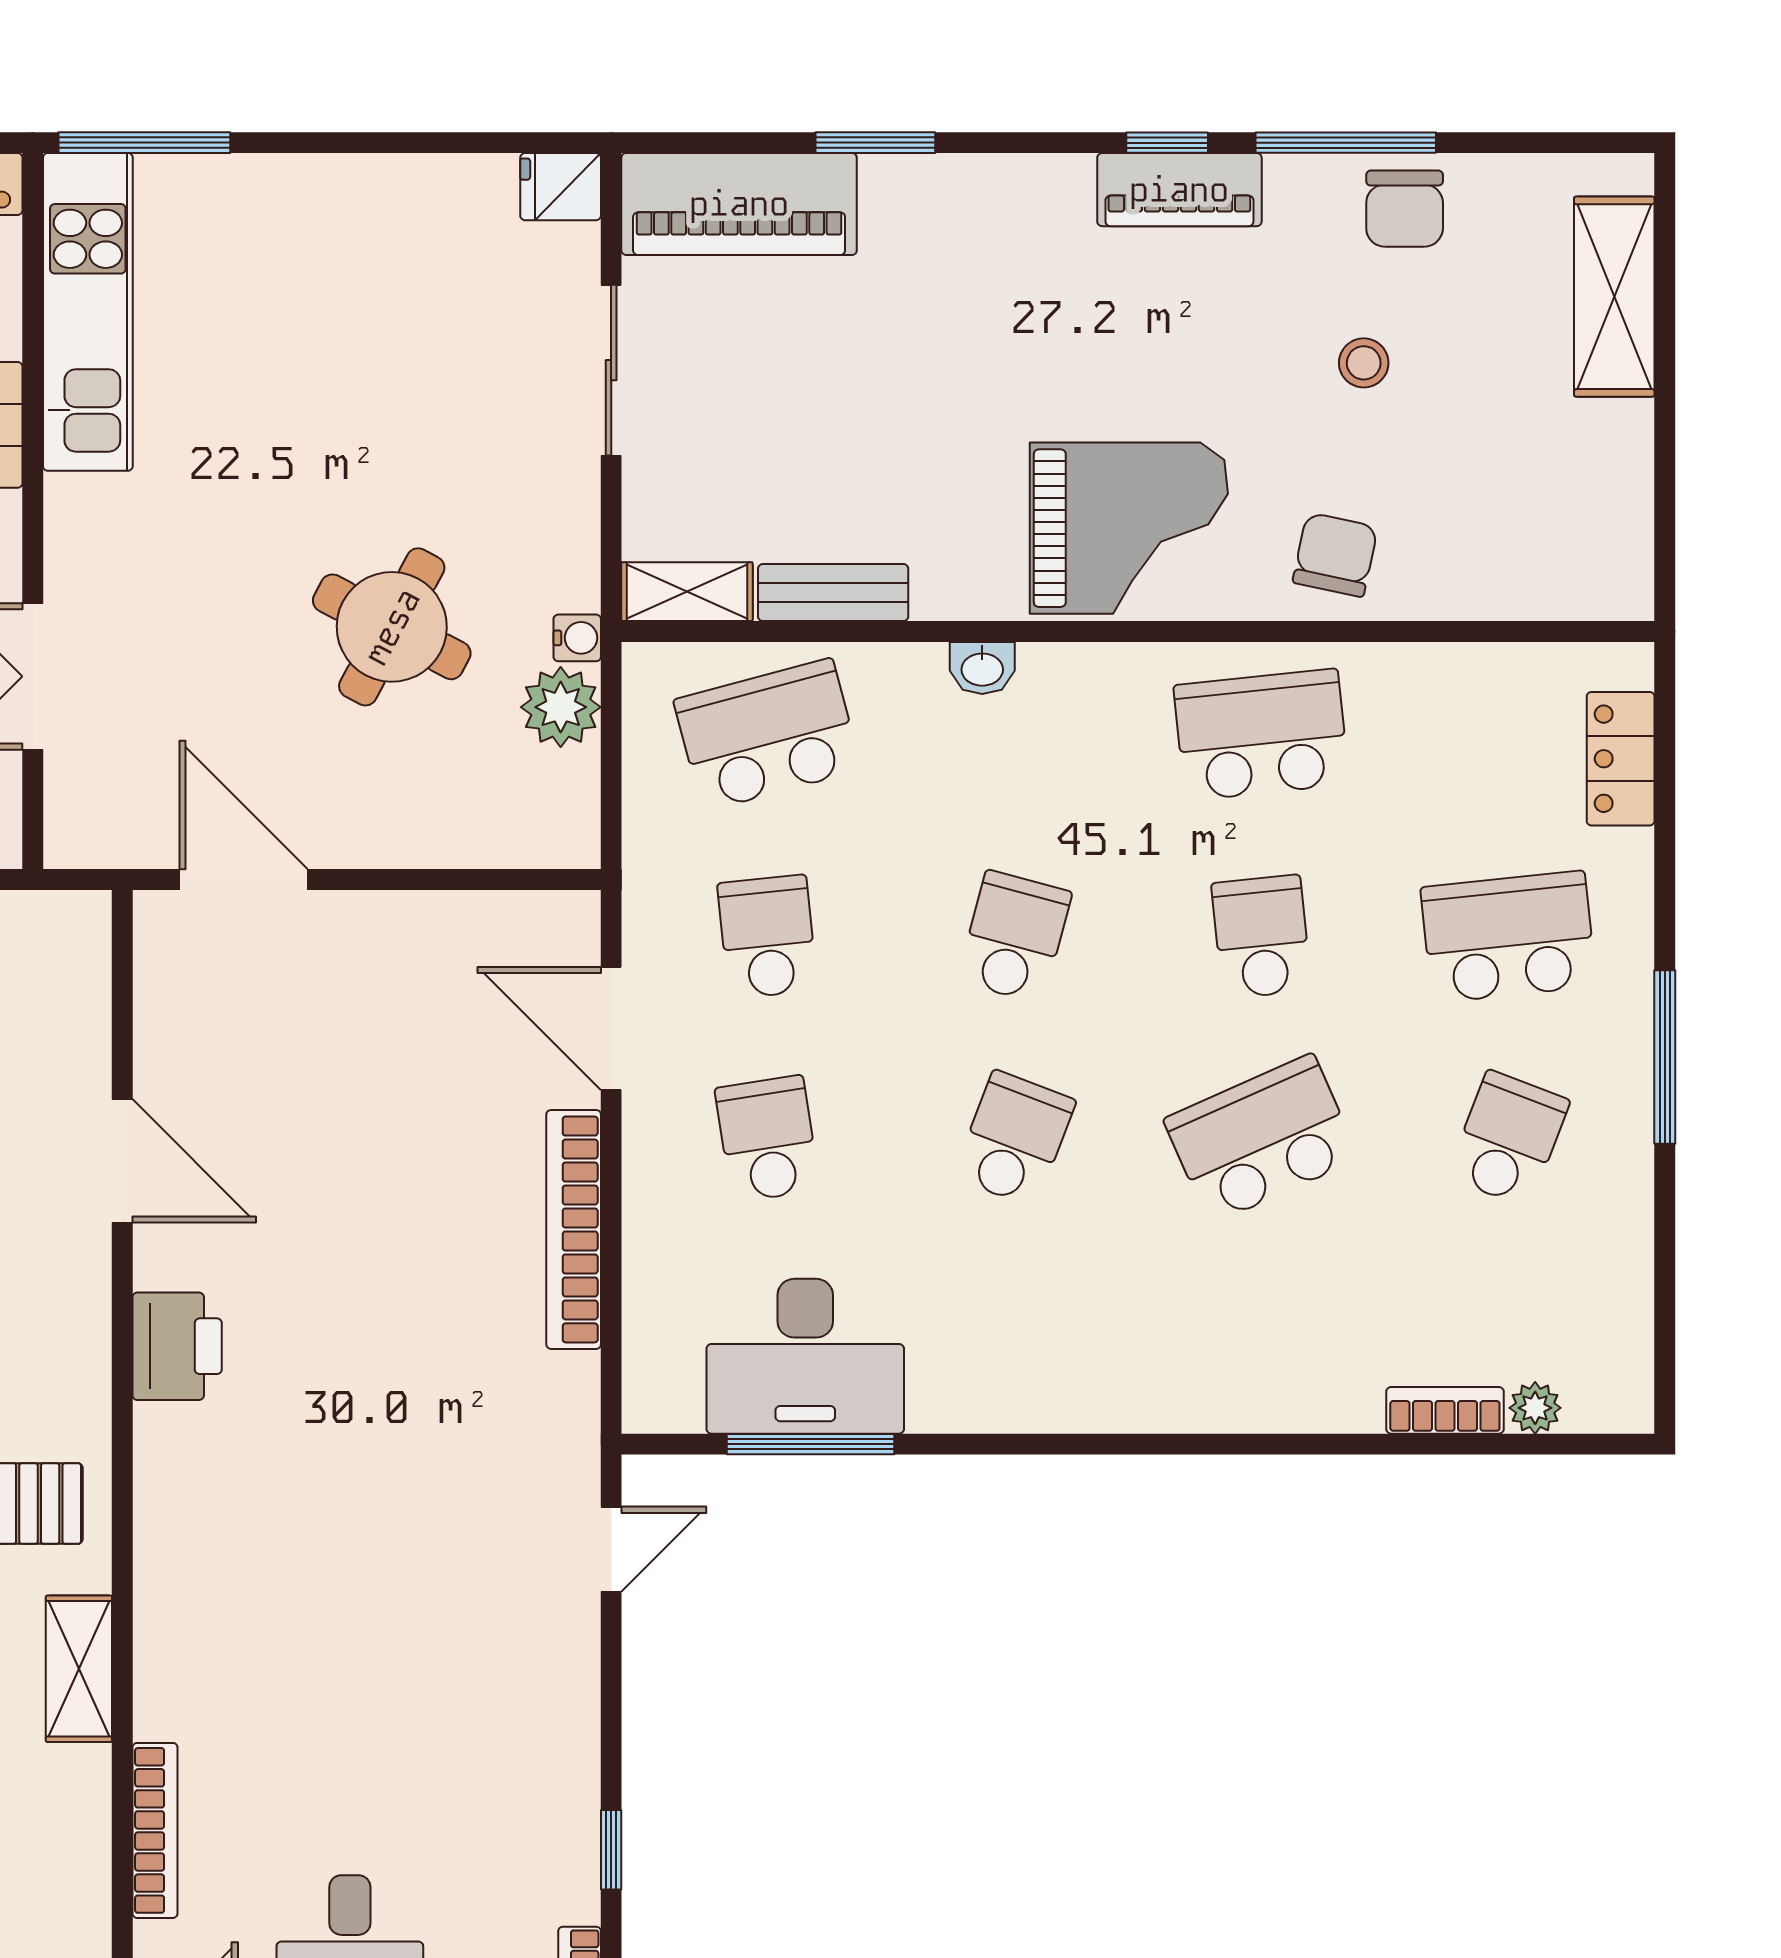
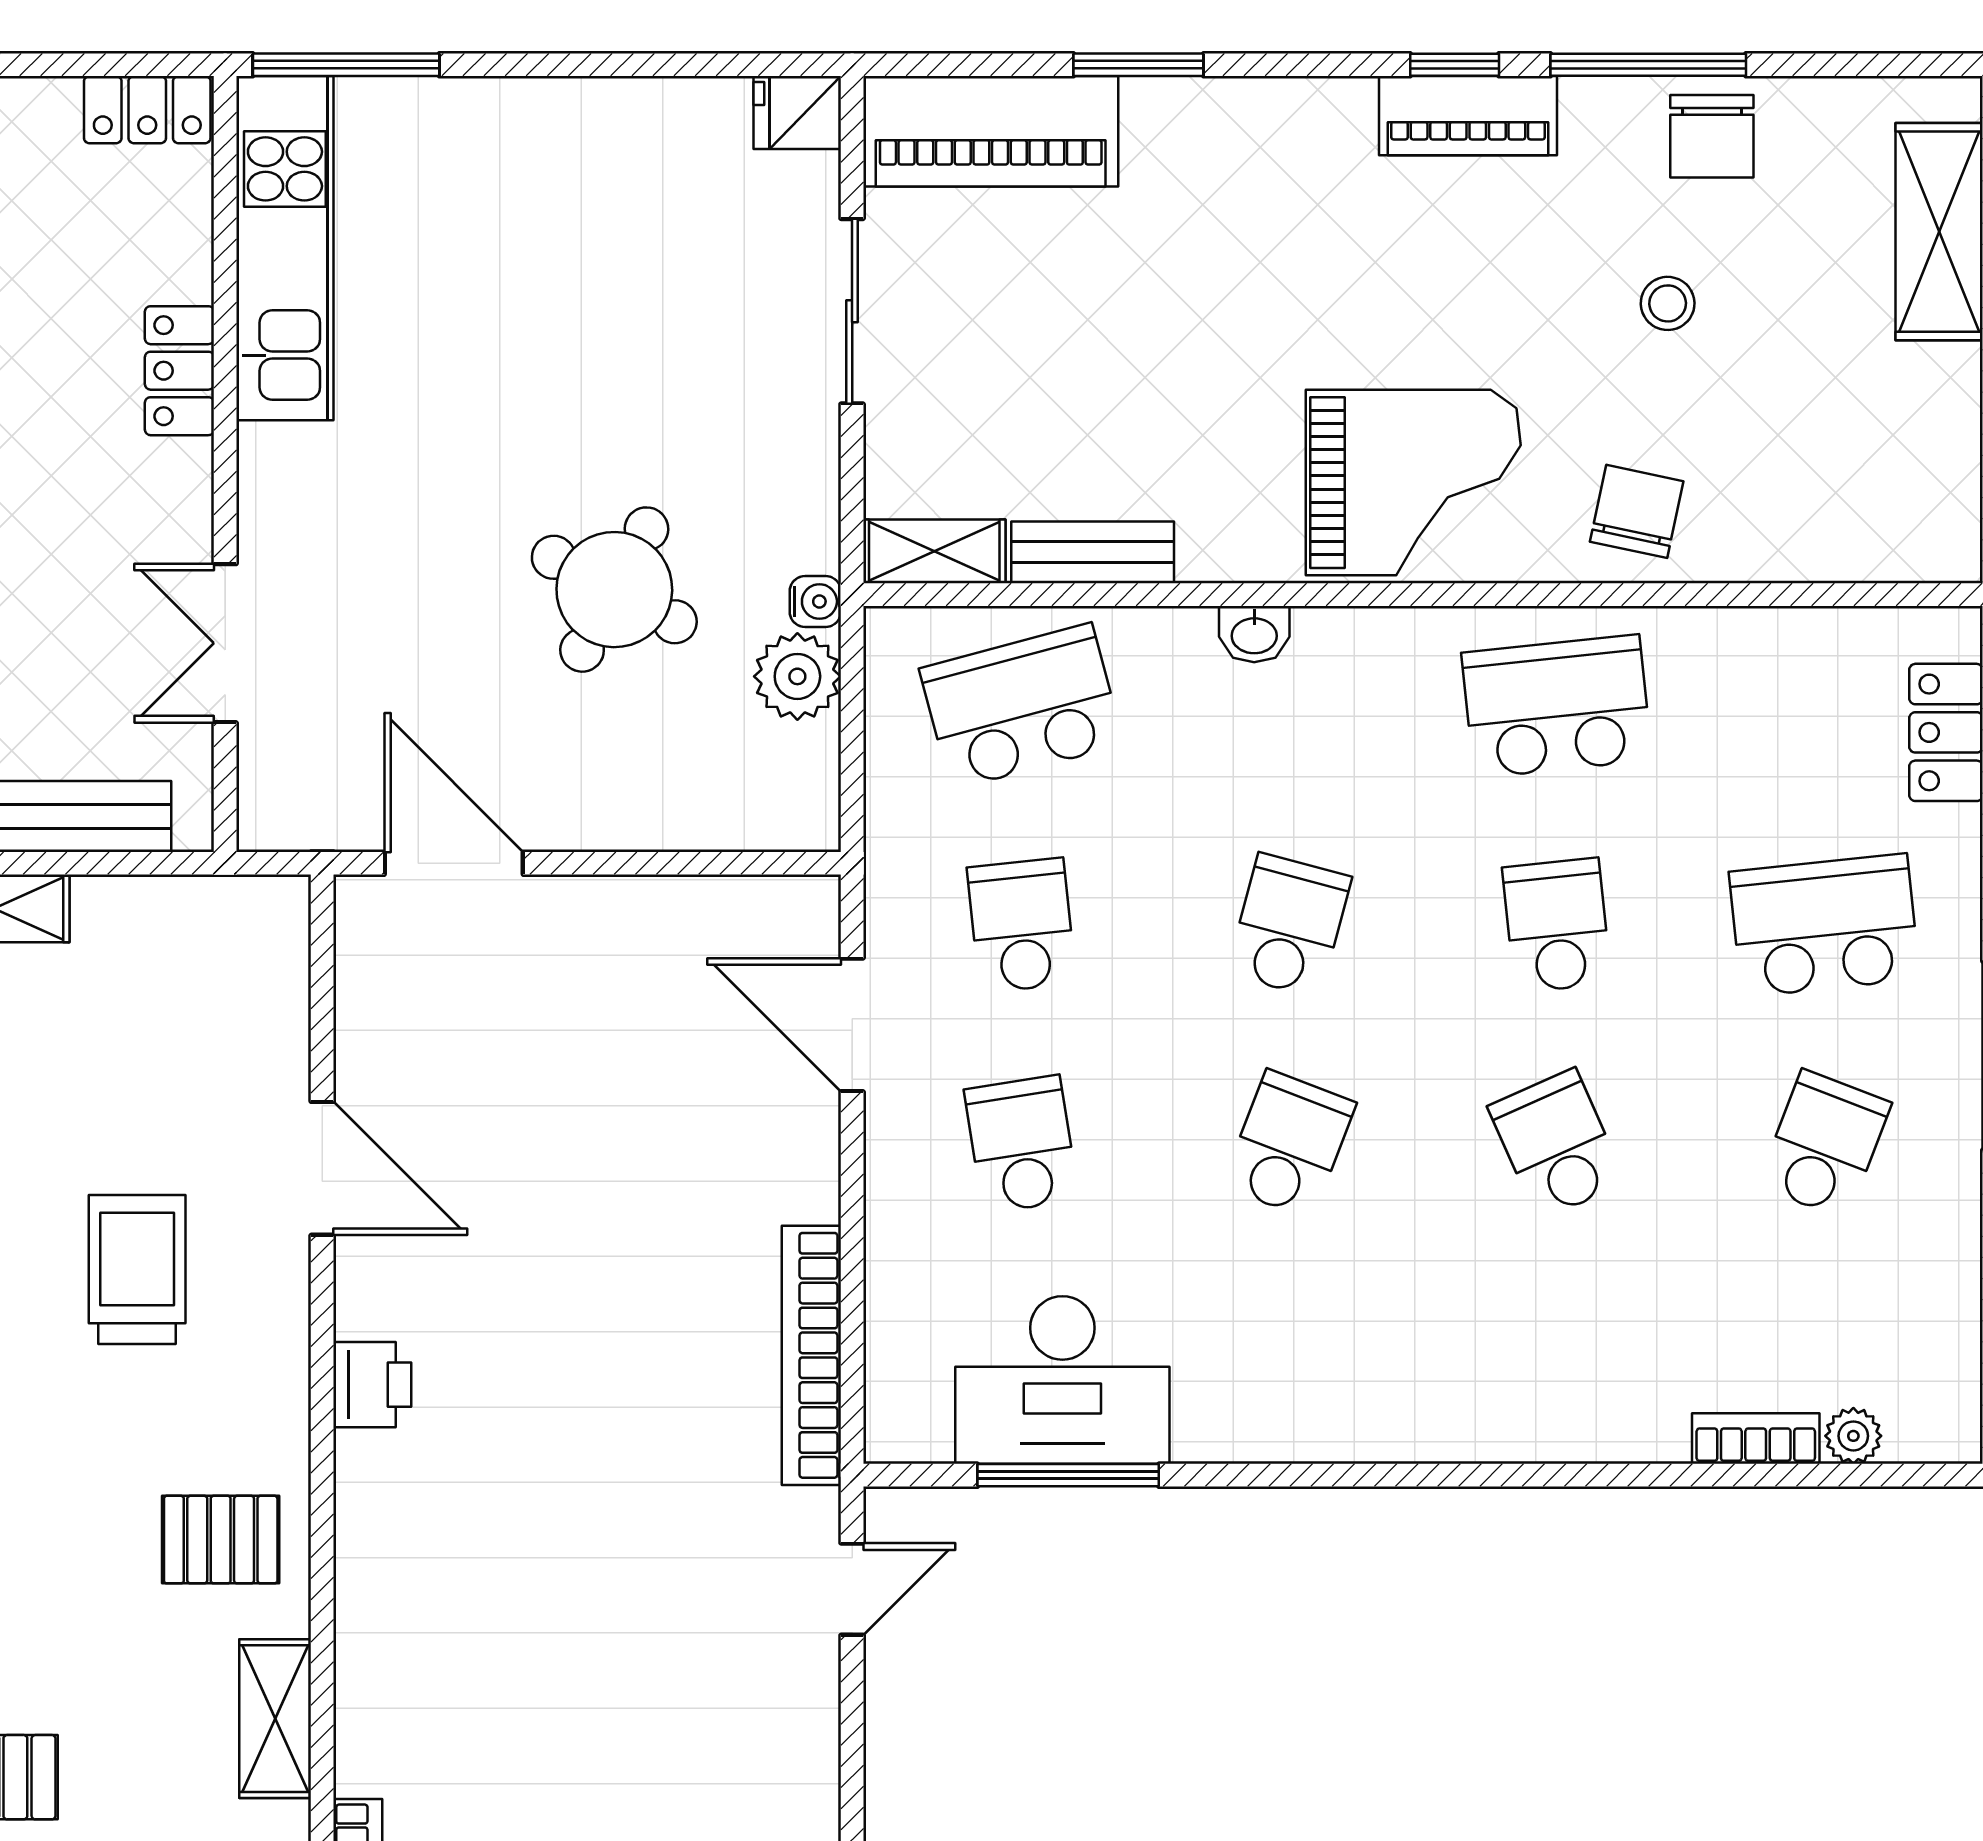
school desk: (1261, 1139) -> (1557, 1144), width x0.54
bookcase: (574, 1229) -> (811, 1355), moved
printer: (177, 1346) -> (372, 1385), width x0.73, depth x0.81

